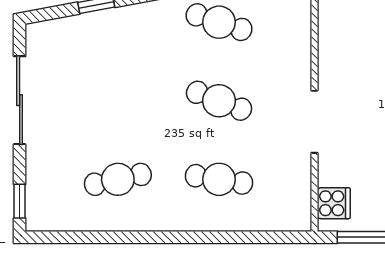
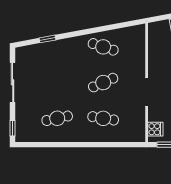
cafe table: (219, 101) -> (103, 83), turned -45

